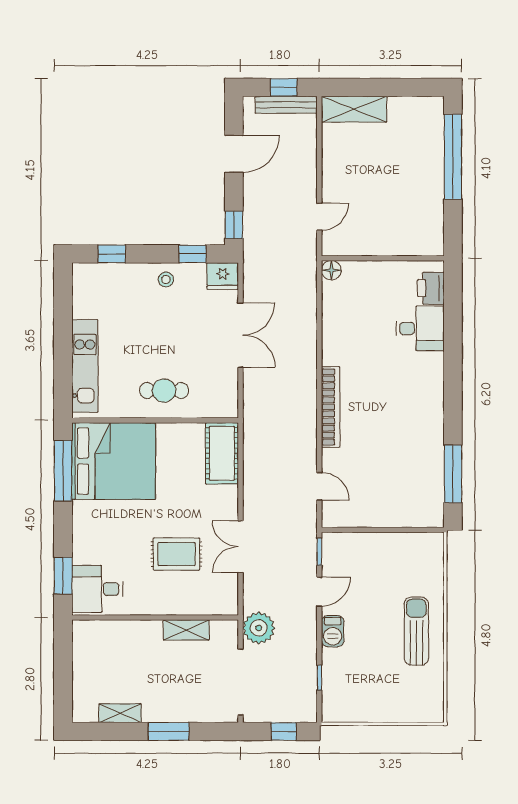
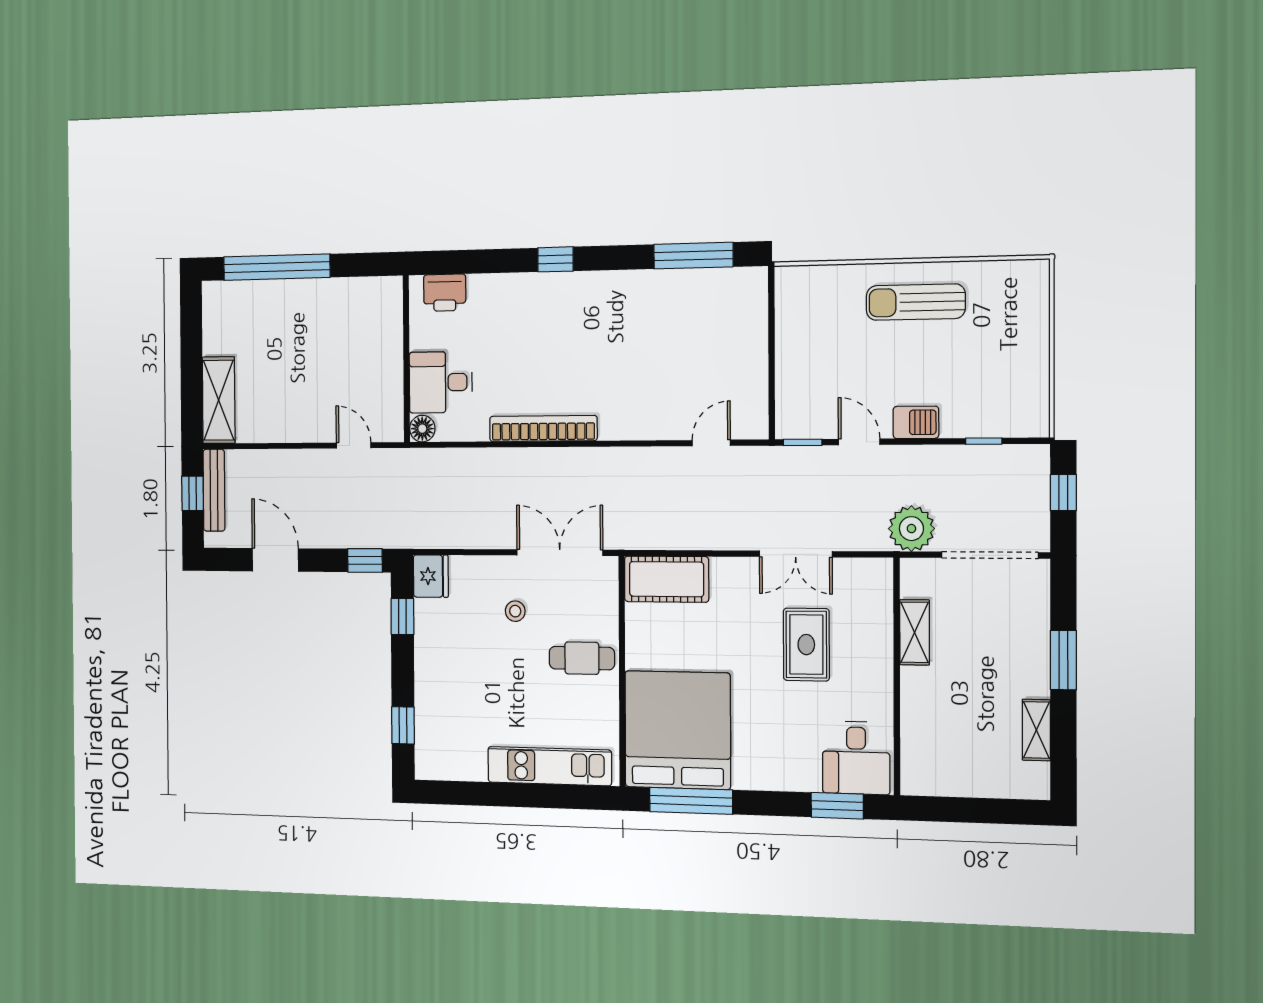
stool: (166, 279) -> (515, 611), moved
desk: (420, 328) -> (441, 382), moved, turned -90
double door: (240, 335) -> (560, 553), moved
window: (453, 372) -> (555, 259), added
cafe table: (164, 391) -> (582, 658), turned 90
bookcase: (331, 407) -> (543, 428), moved

